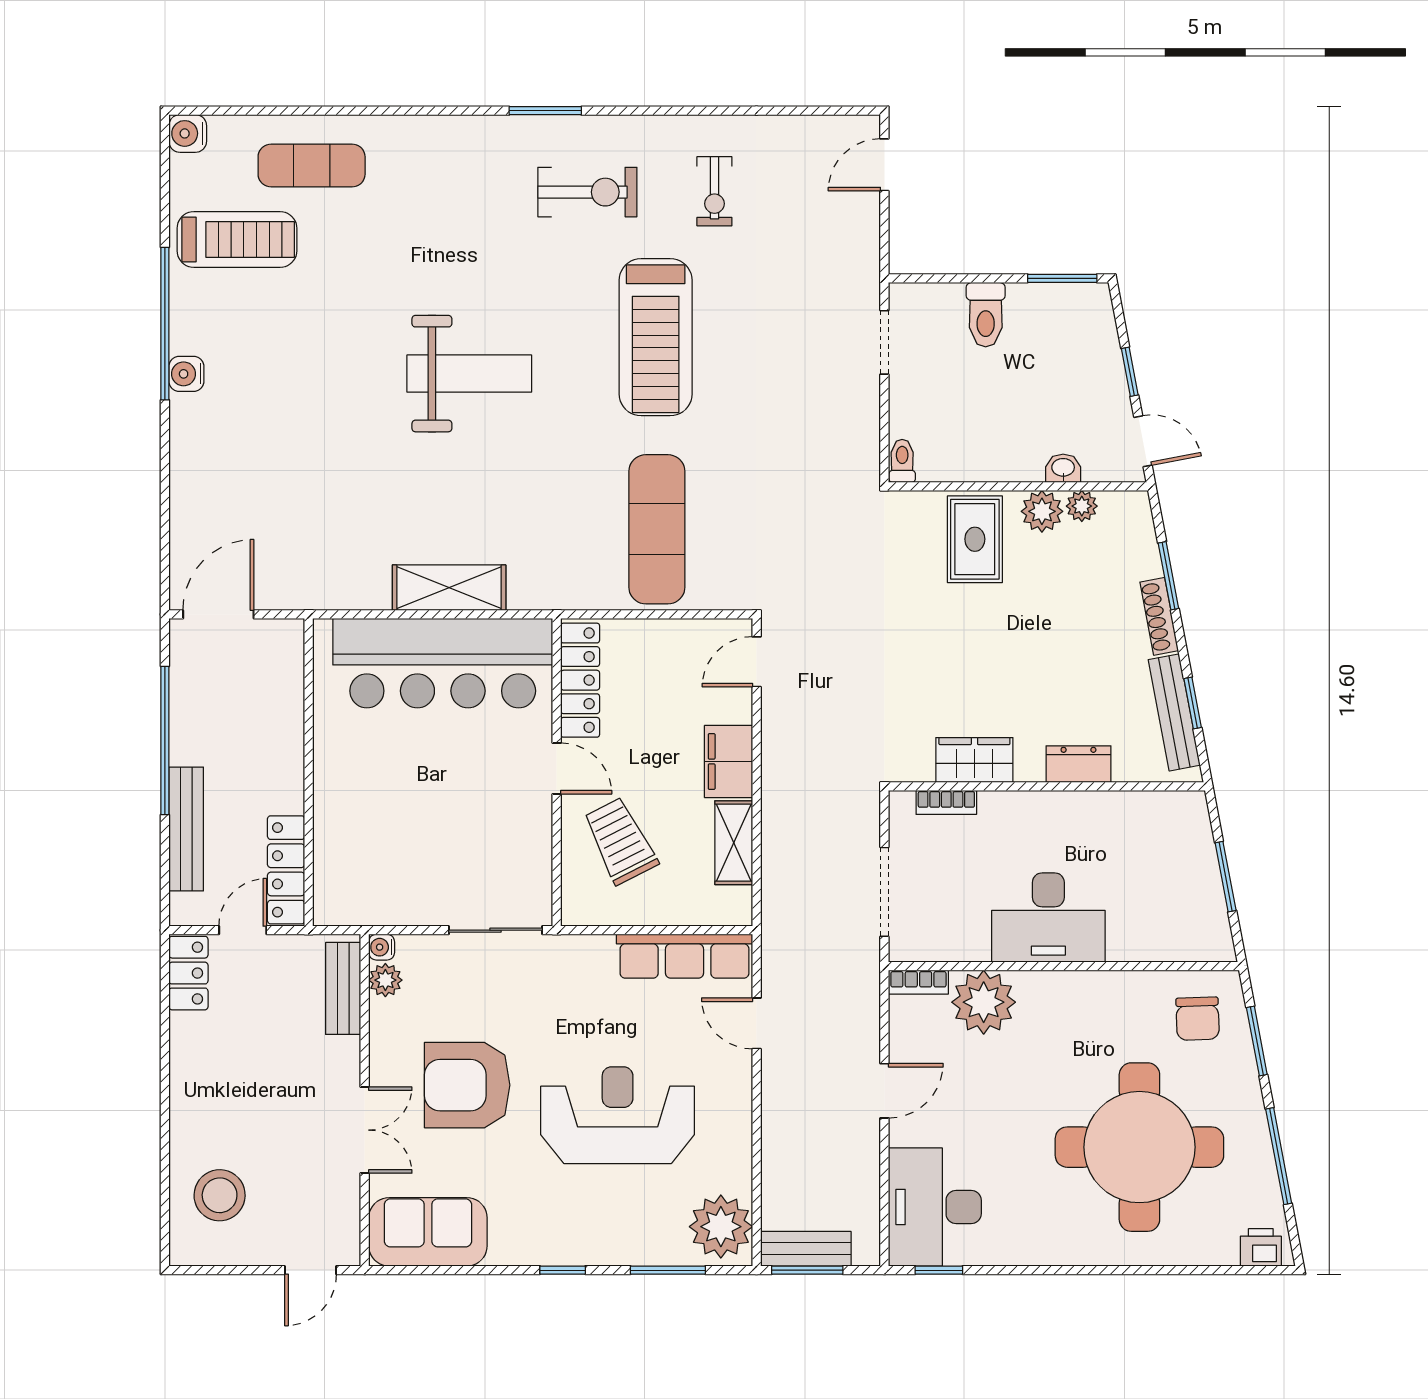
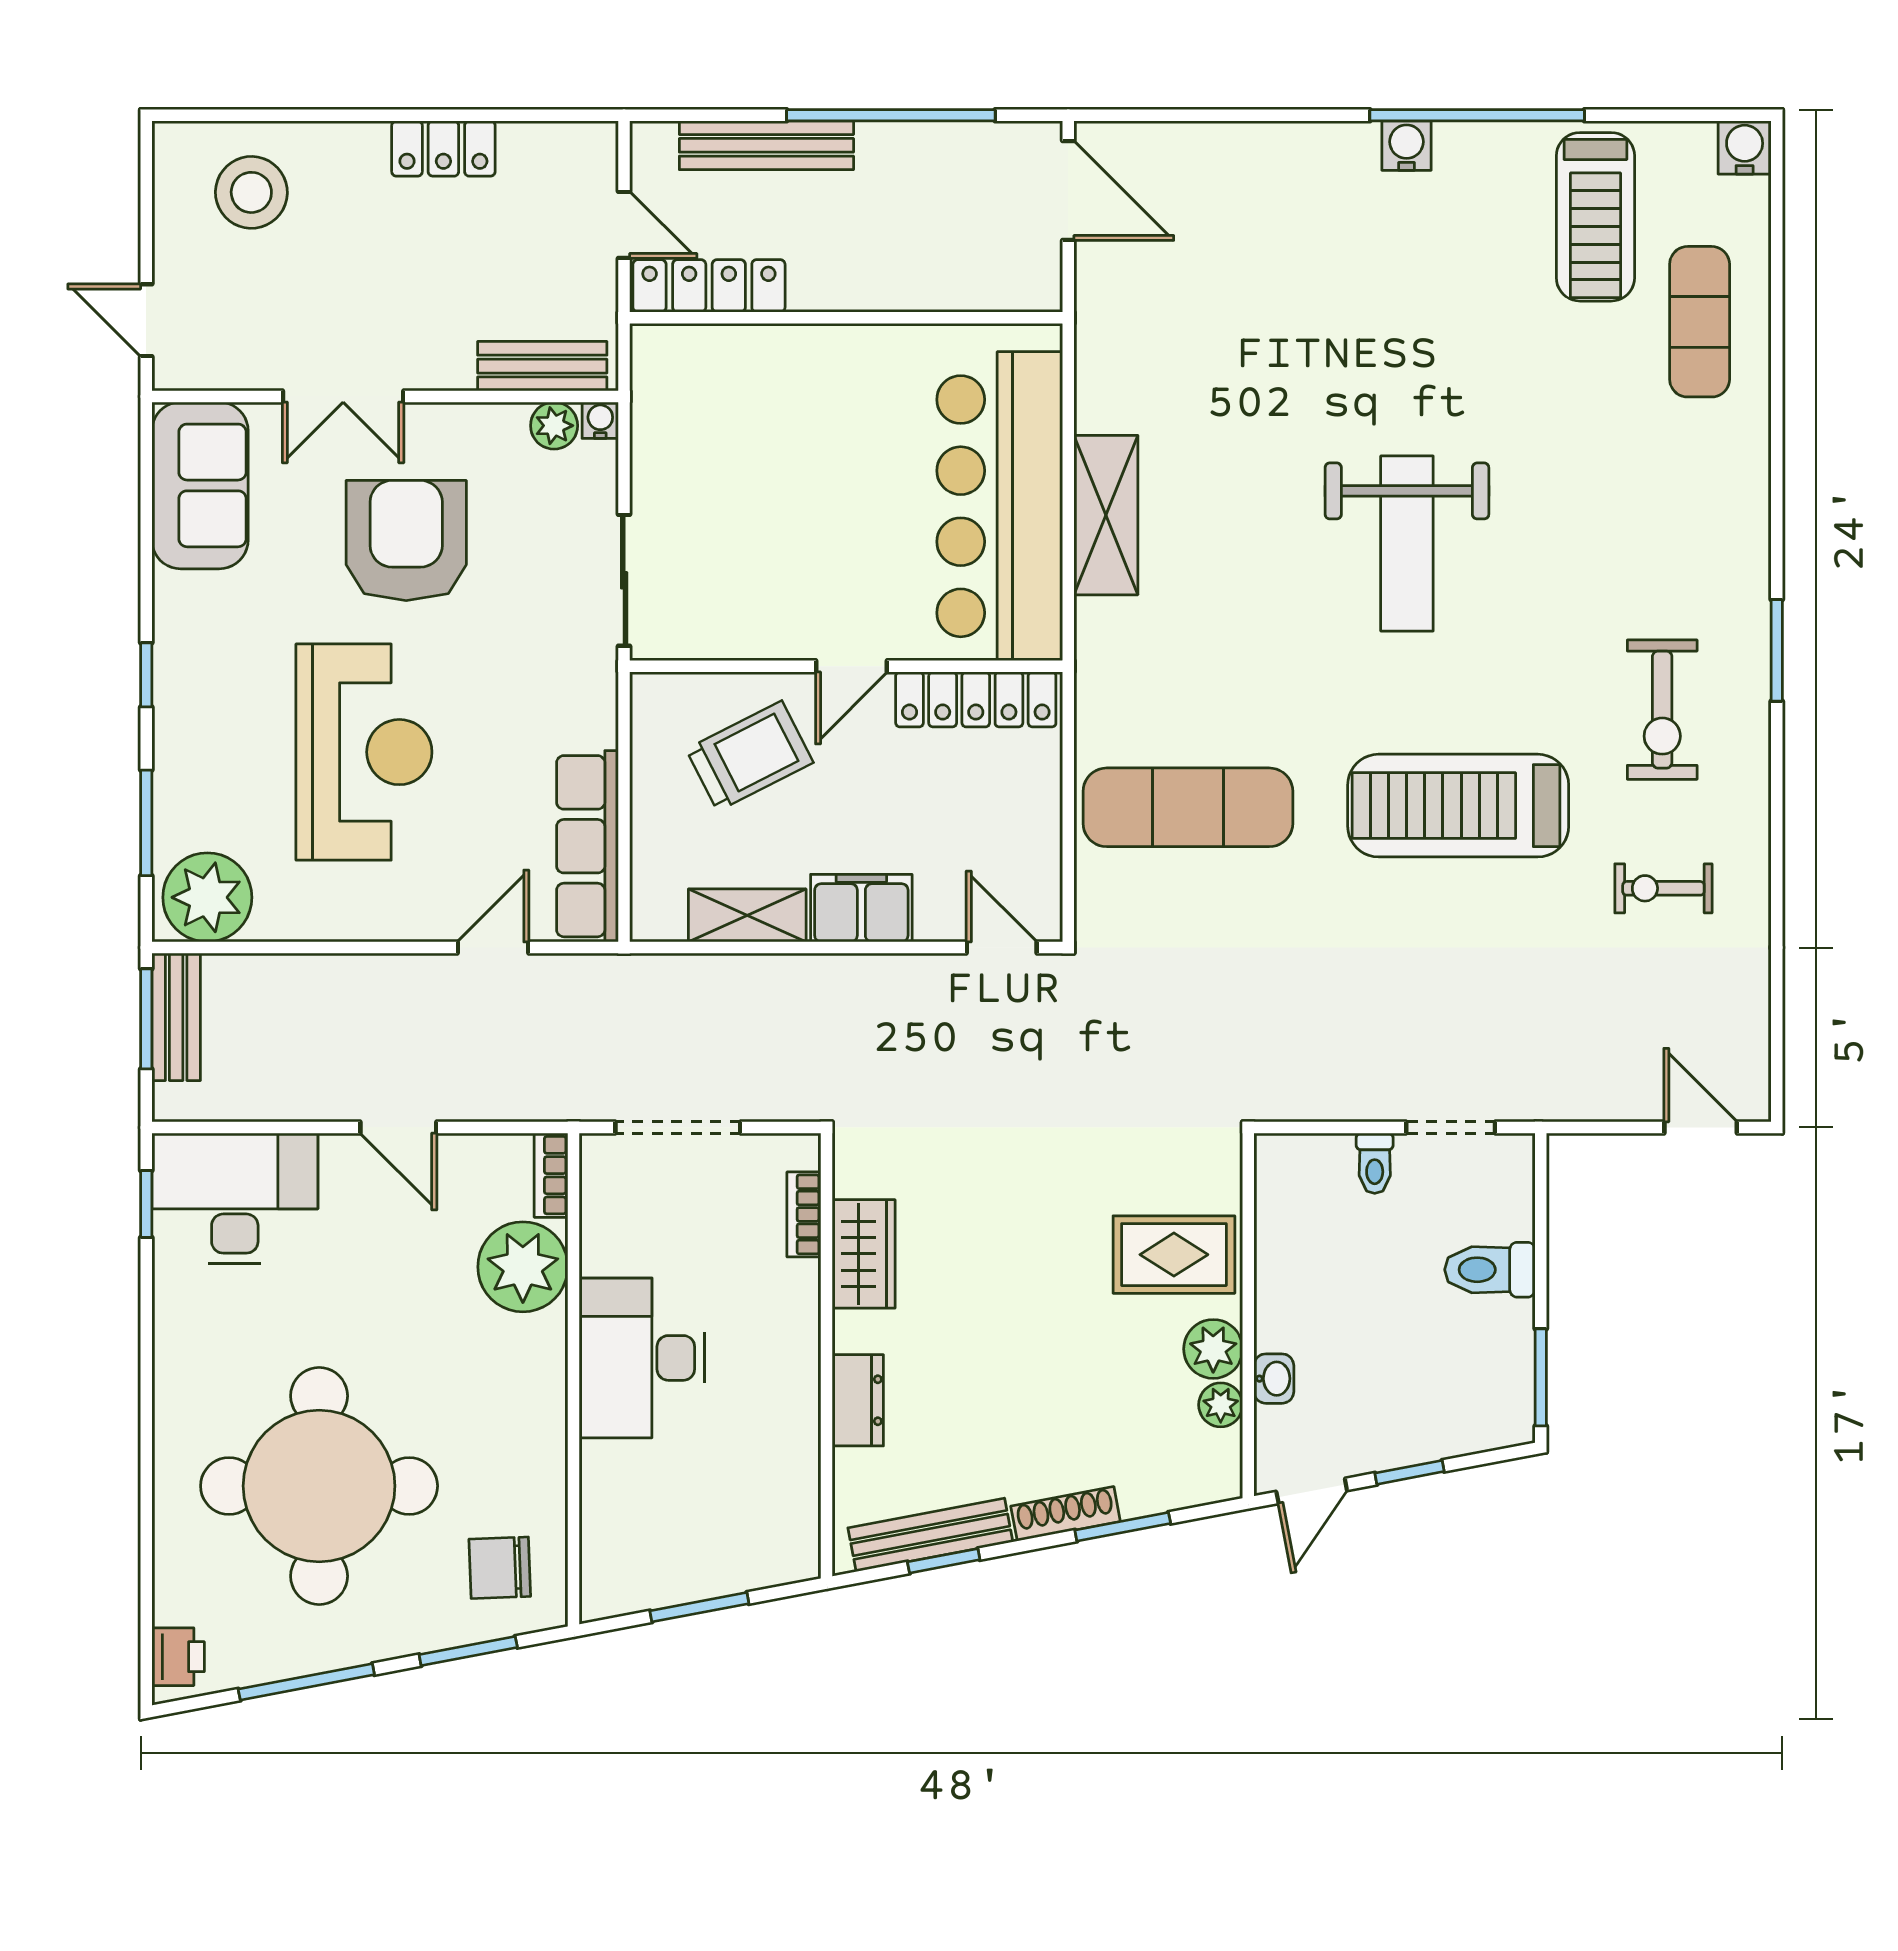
toilet: (902, 461) -> (1375, 1163), moved, turned 90
locker: (188, 973) -> (443, 149), moved

